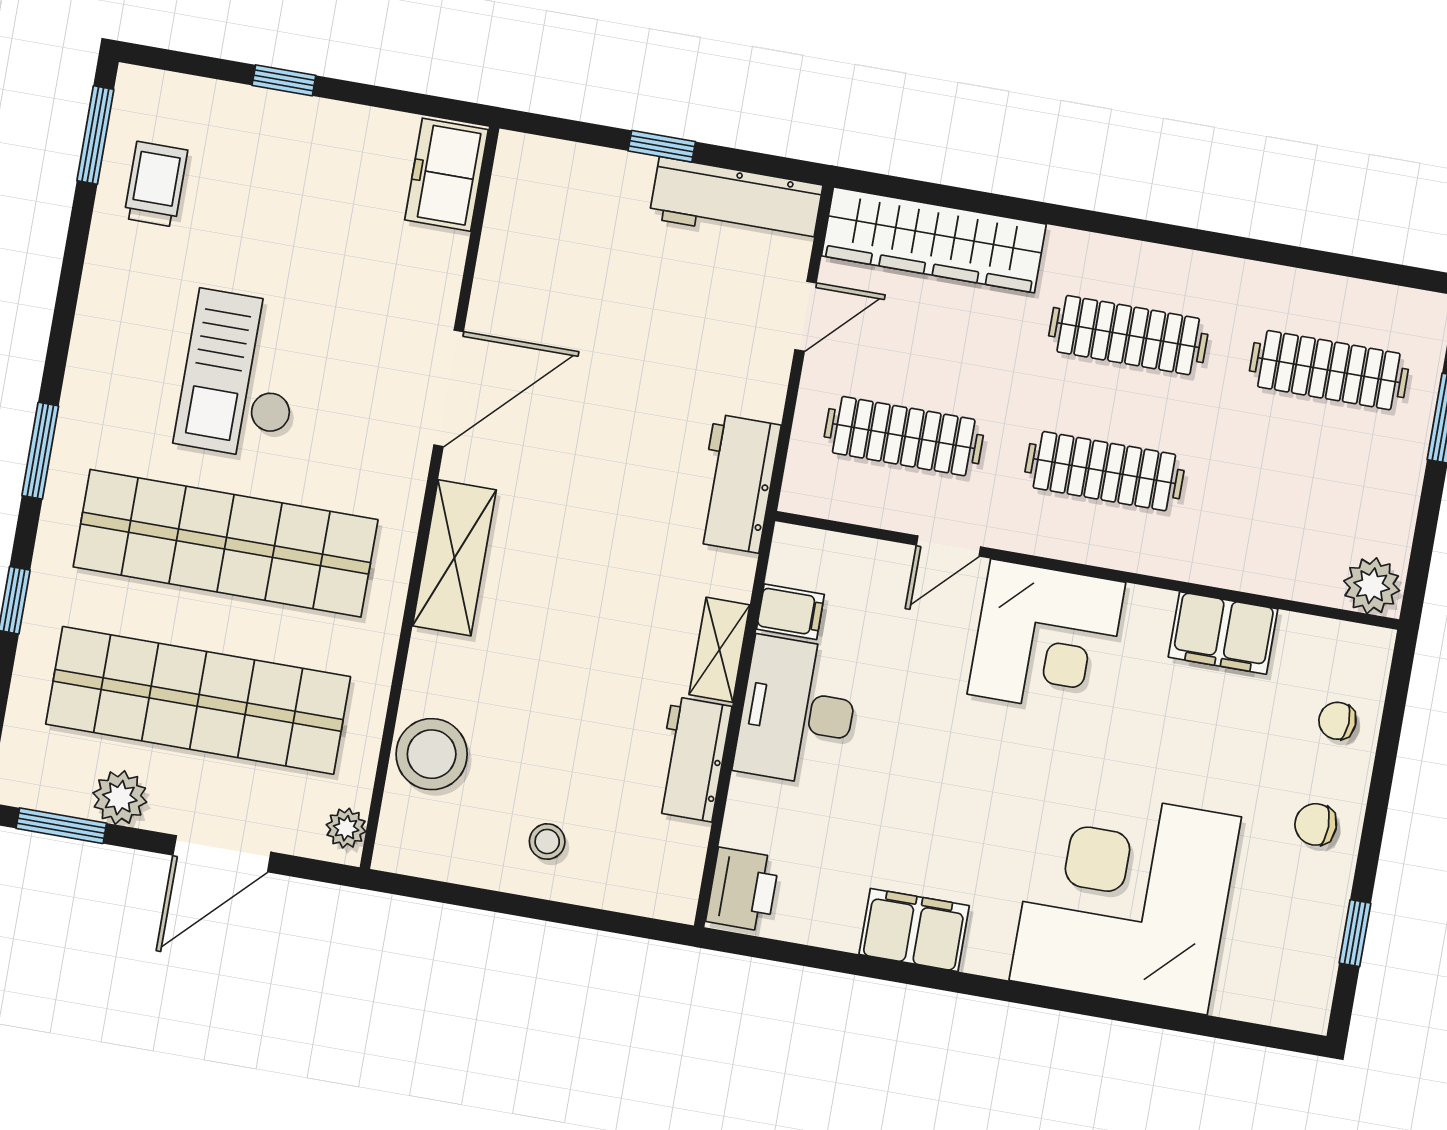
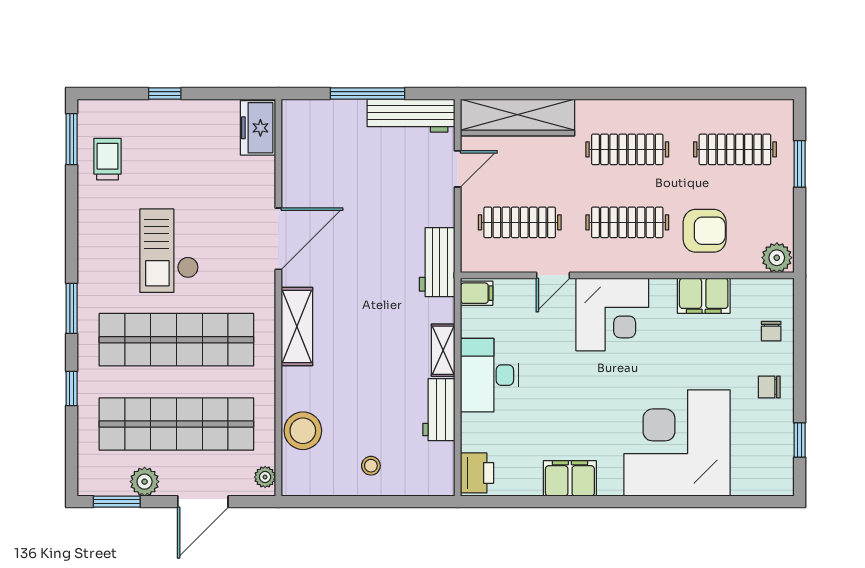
window: (662, 146) -> (367, 93), width x2.17
armchair: (1246, 512) -> (705, 231), added
filing cabinet: (790, 612) -> (477, 293), moved
chair: (1337, 721) -> (771, 331), turned -93

